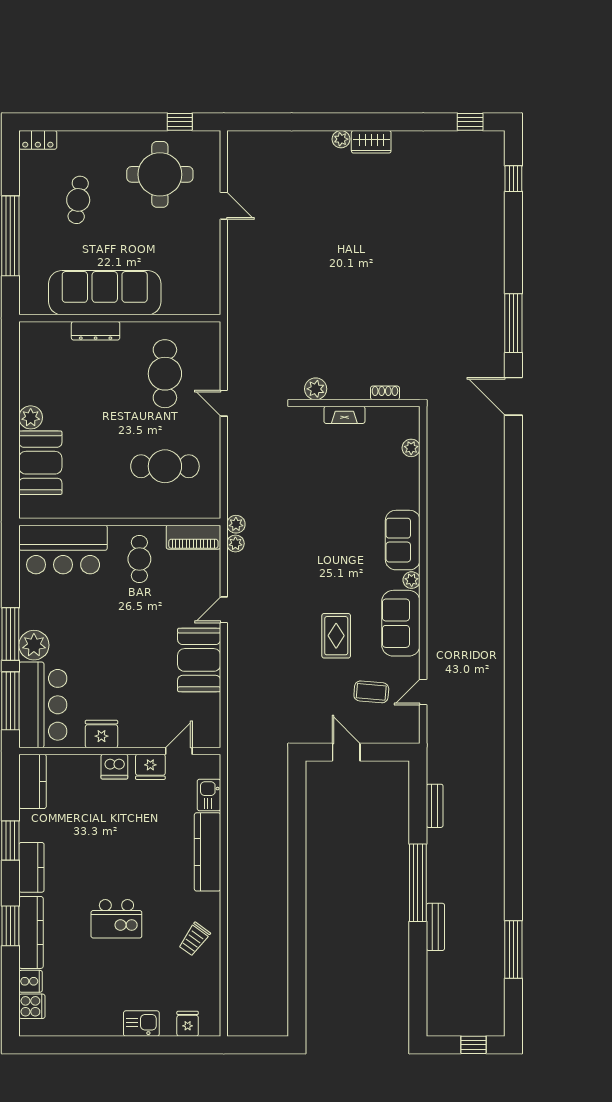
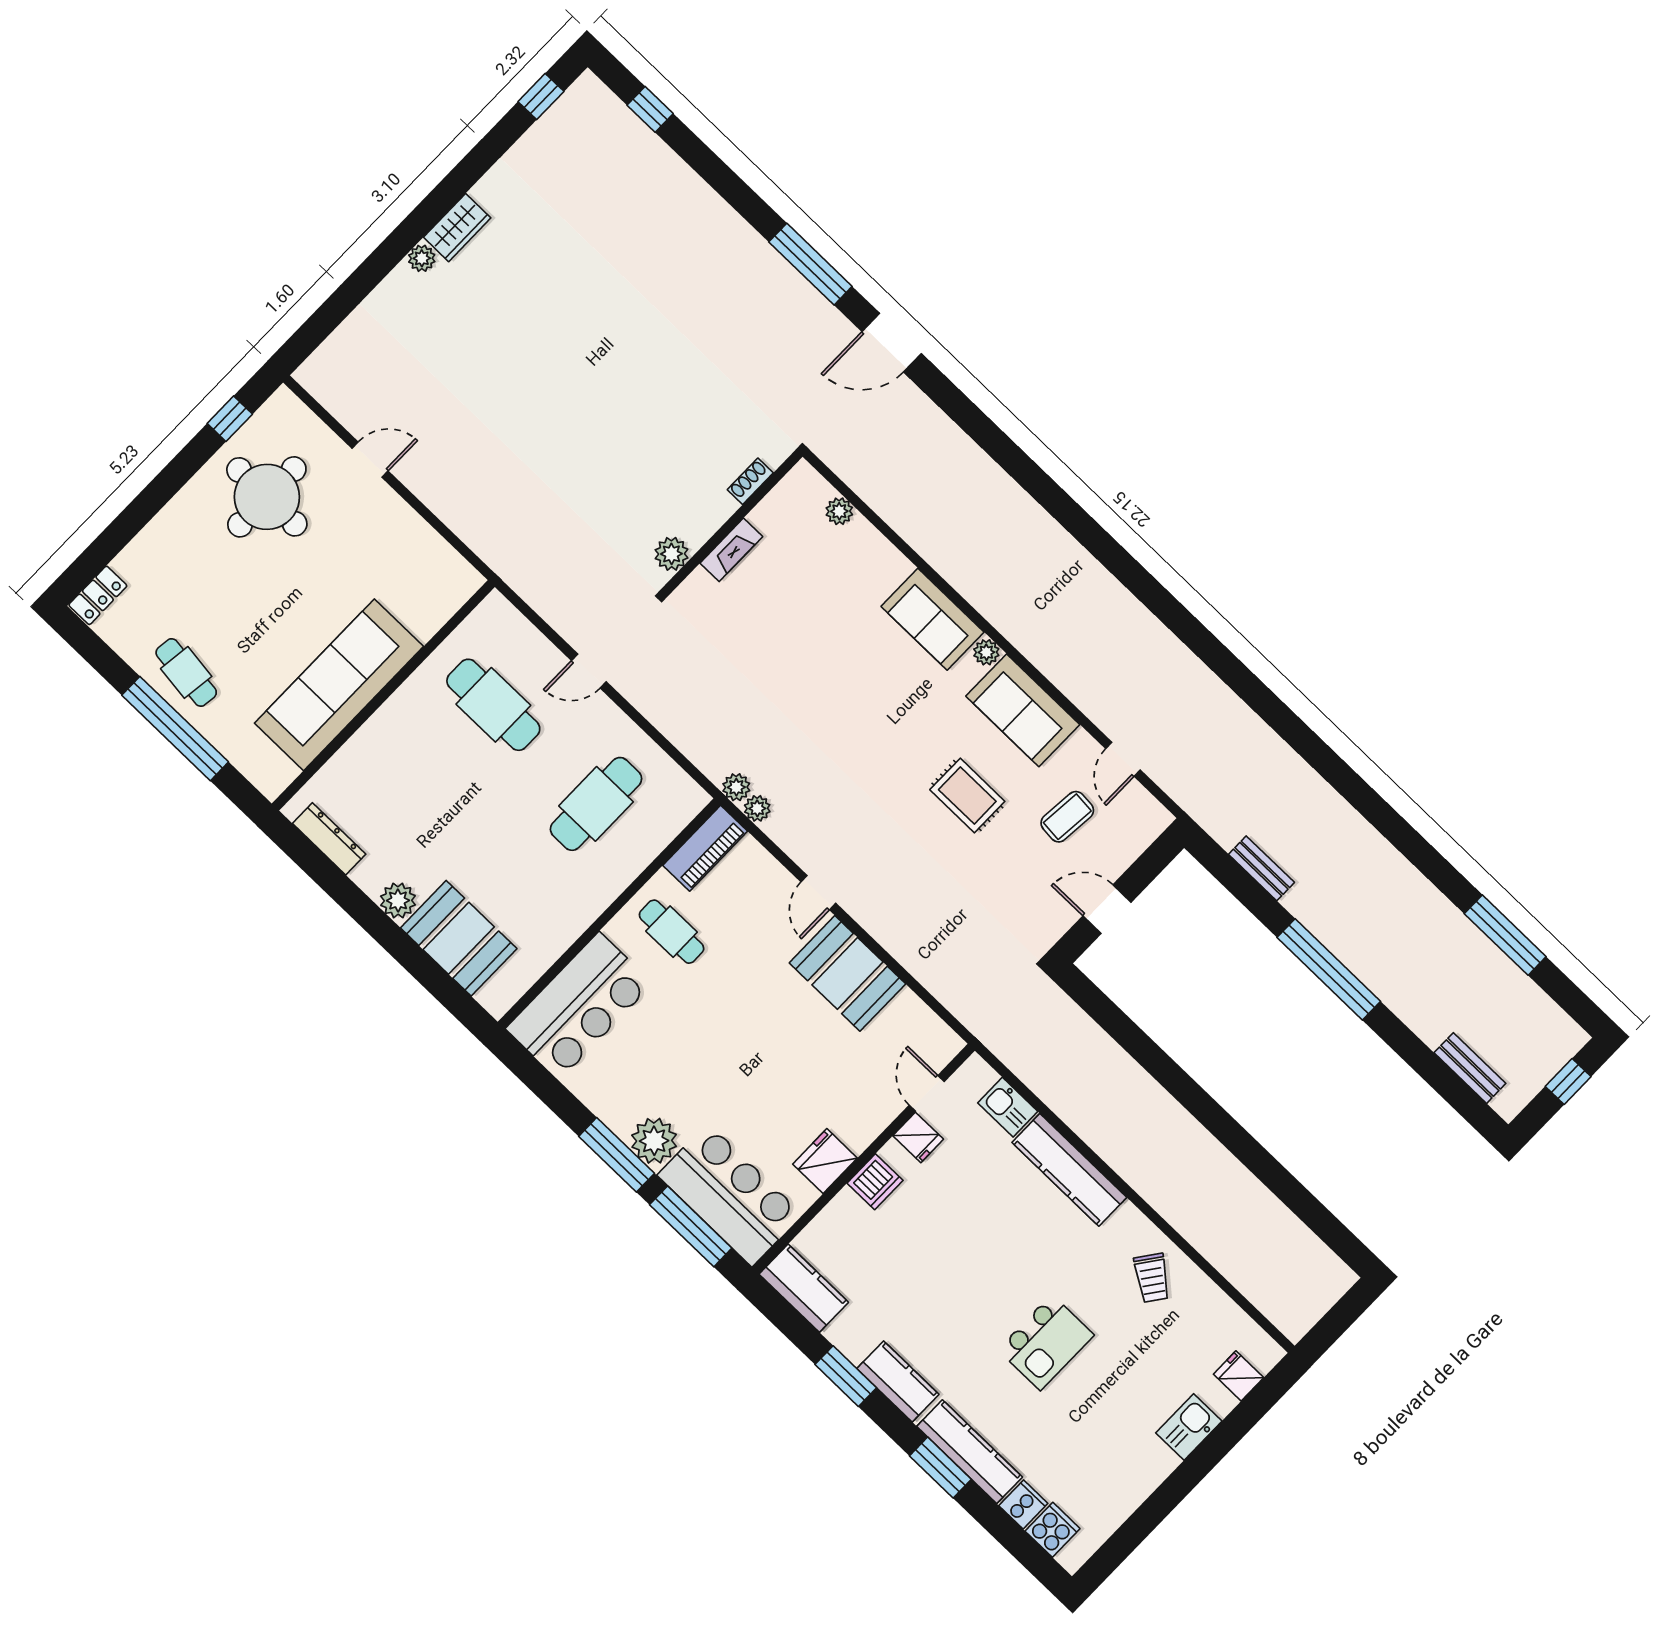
cafe table: (78, 200) -> (186, 672), moved
dresser: (96, 331) -> (329, 839), moved, turned -90
fridge: (150, 767) -> (918, 1137), width x0.72
bench: (435, 927) -> (1470, 1068), moved

